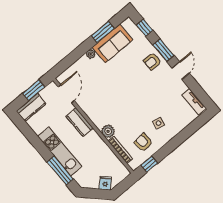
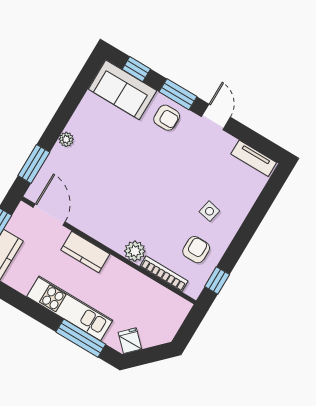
window: (103, 32) -> (34, 164), moved
sofa: (112, 44) -> (123, 90), moved, turned 90
armchair: (152, 61) -> (167, 118), turned -90
armchair: (143, 142) -> (196, 250), turned 95
fridge: (105, 183) -> (130, 341), moved

